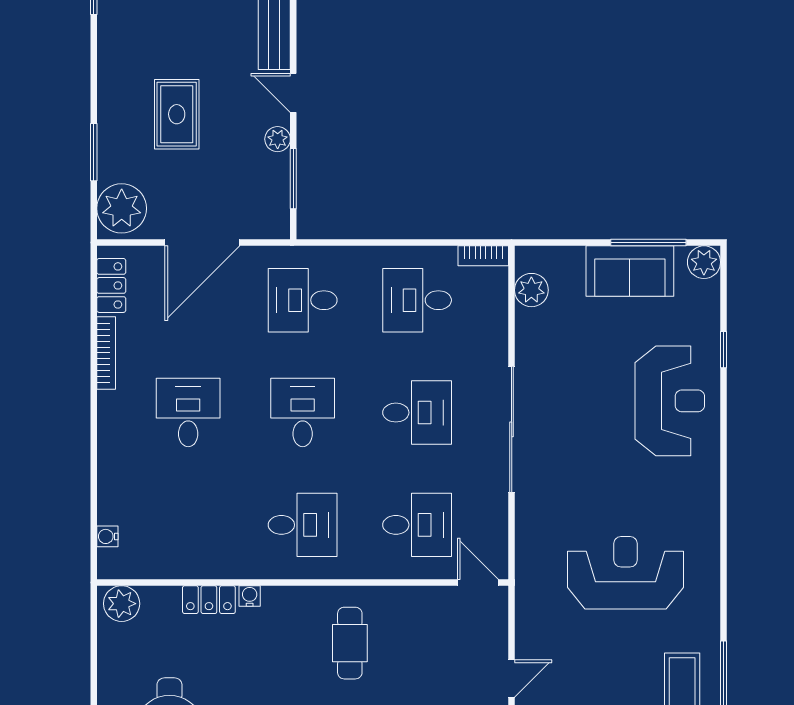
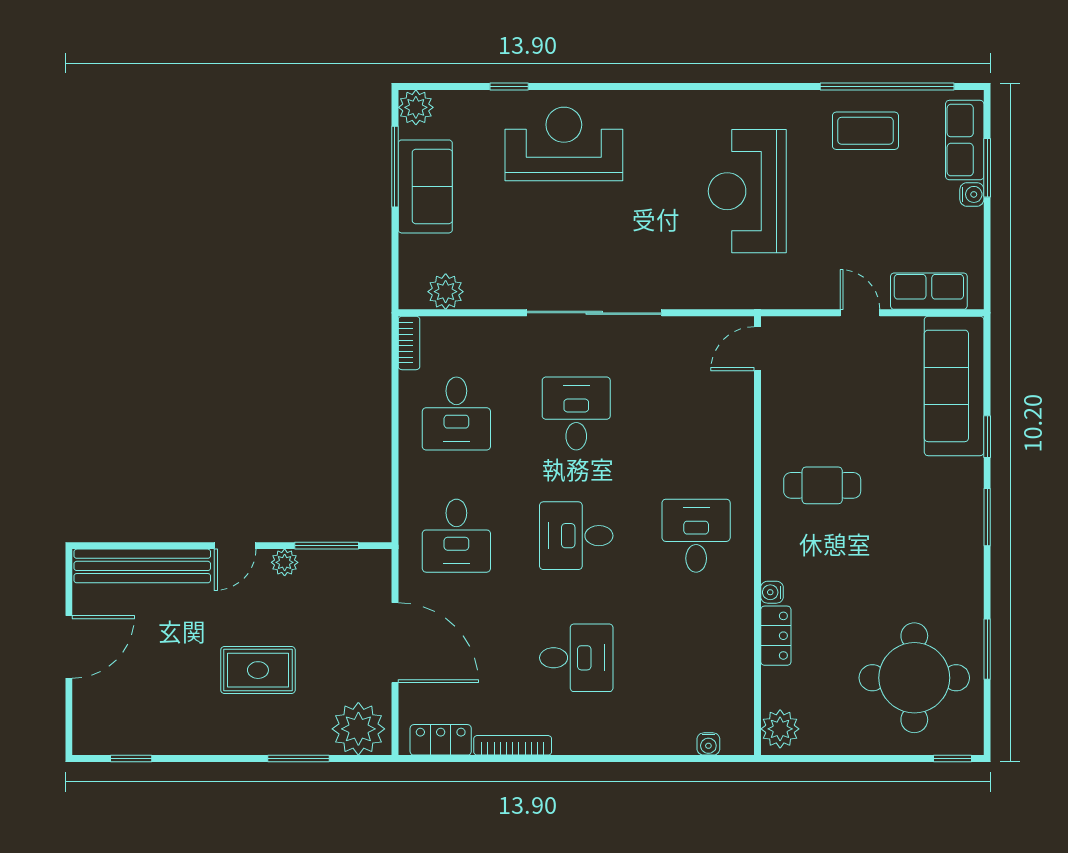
desk: (188, 413) -> (576, 658), turned 180
desk: (417, 525) -> (696, 414), removed

